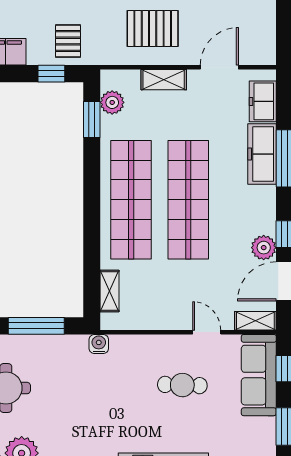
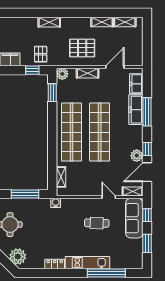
plant: (112, 102) -> (62, 74), moved

